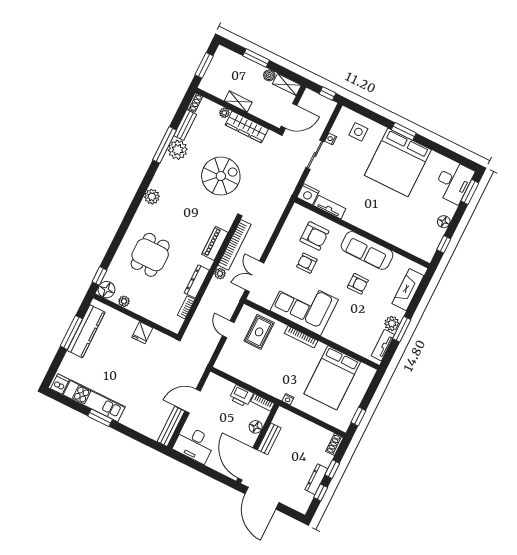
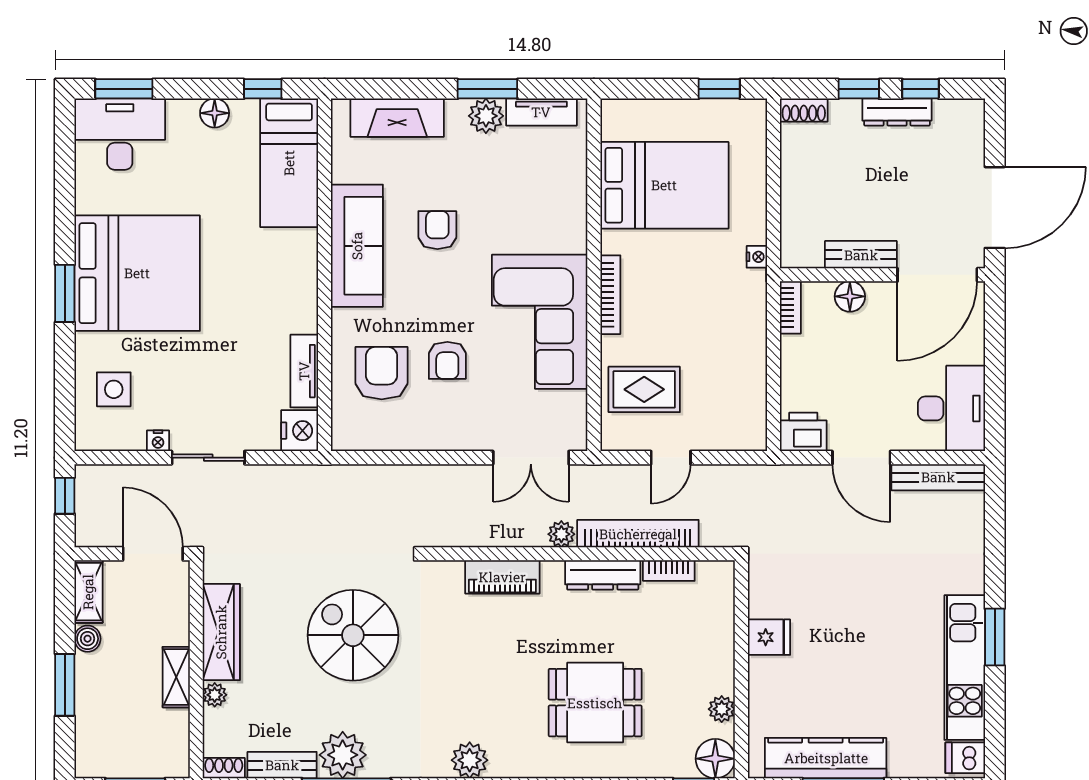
bed: (411, 240) -> (289, 163), added
bookcase: (235, 245) -> (638, 534), moved
printer: (241, 396) -> (803, 432), moved, turned -90

